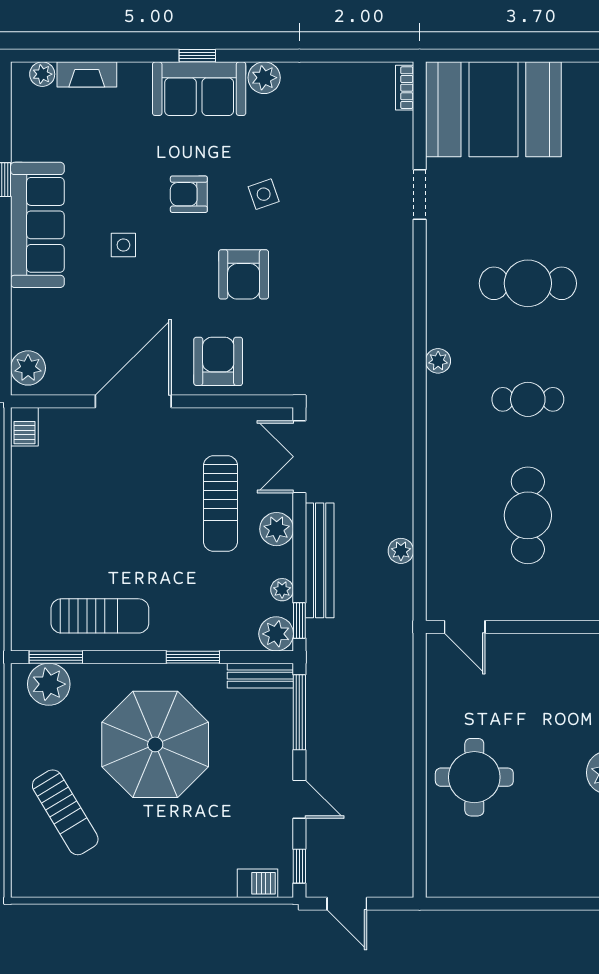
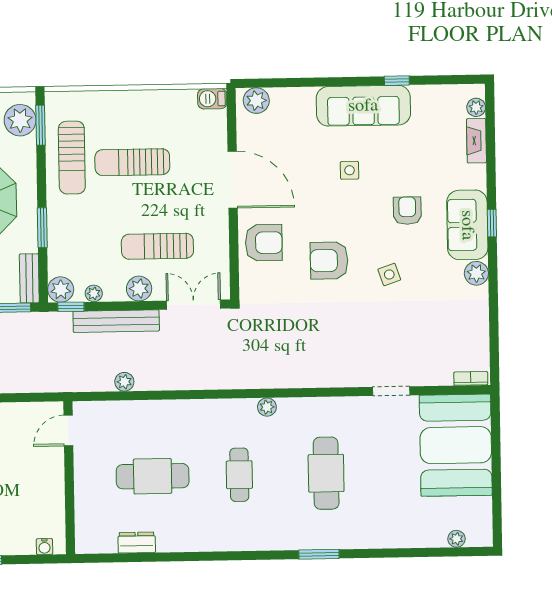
armchair: (189, 194) -> (407, 211), moved
sun lounger: (107, 535) -> (132, 162), added

